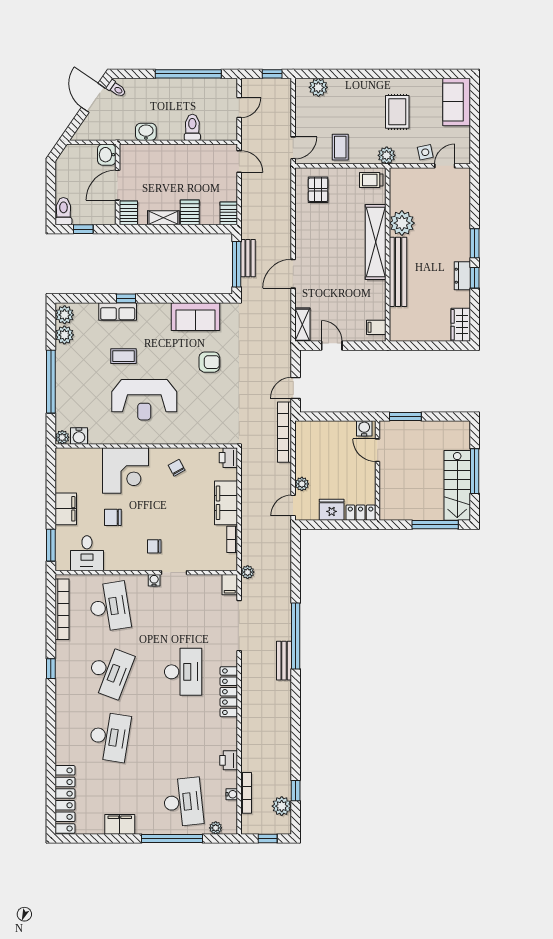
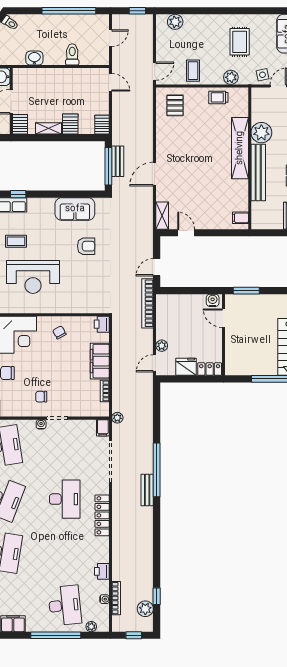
plant: (402, 223) -> (261, 133), moved
shelving: (376, 242) -> (240, 148), moved
wall: (388, 254) -> (250, 158), moved
bench: (398, 272) -> (258, 172), moved
filing cabinet: (376, 327) -> (240, 218), moved

